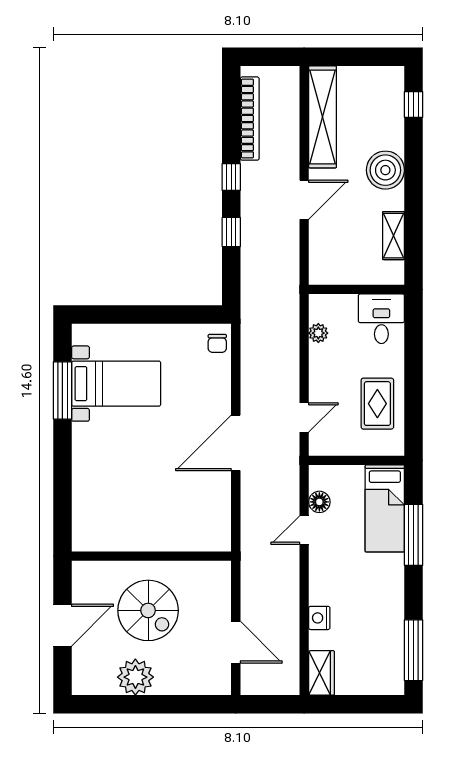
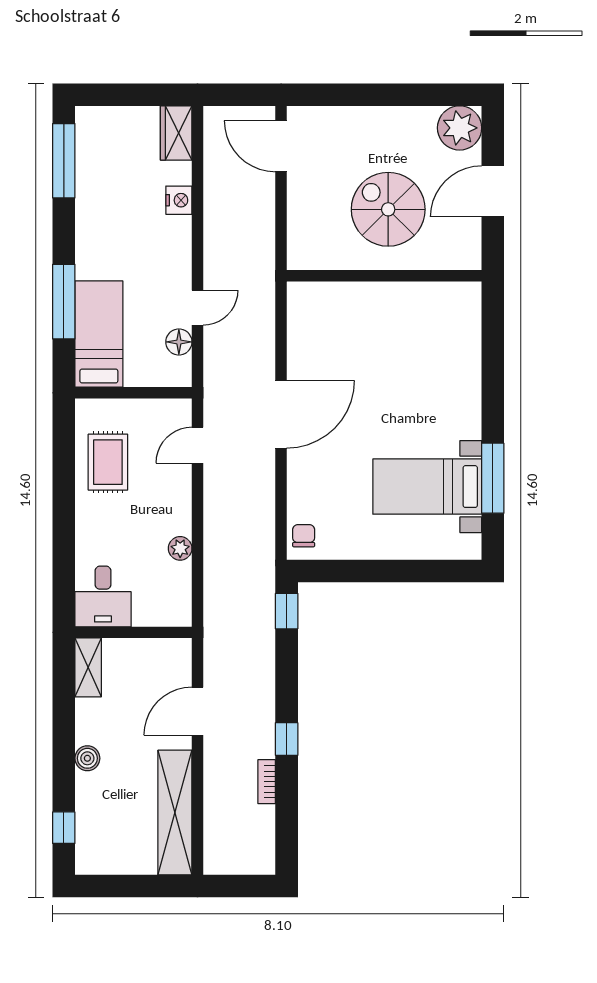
bookcase: (250, 119) -> (267, 782), width x0.43, depth x0.76
boiler: (385, 170) -> (87, 758), width x0.54, depth x0.54
window: (231, 232) -> (287, 611), moved
wall: (357, 289) -> (133, 632), moved
desk: (381, 319) -> (103, 597), moved
door: (236, 642) -> (281, 146), moved
plant: (135, 677) -> (460, 128), moved

